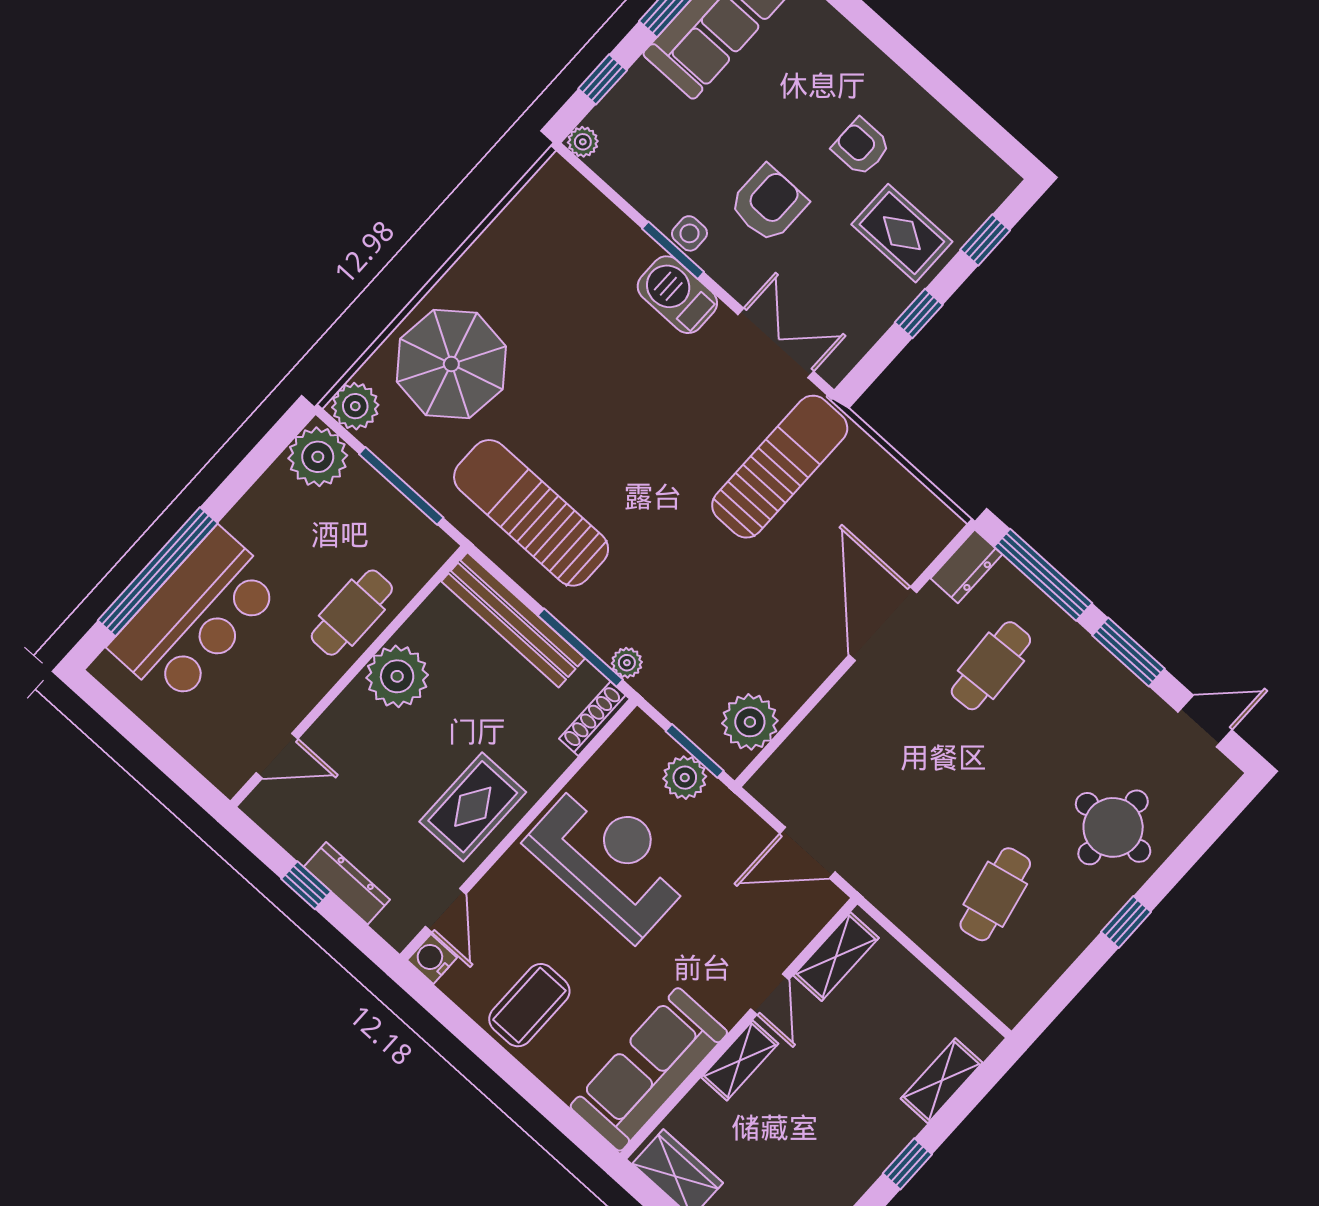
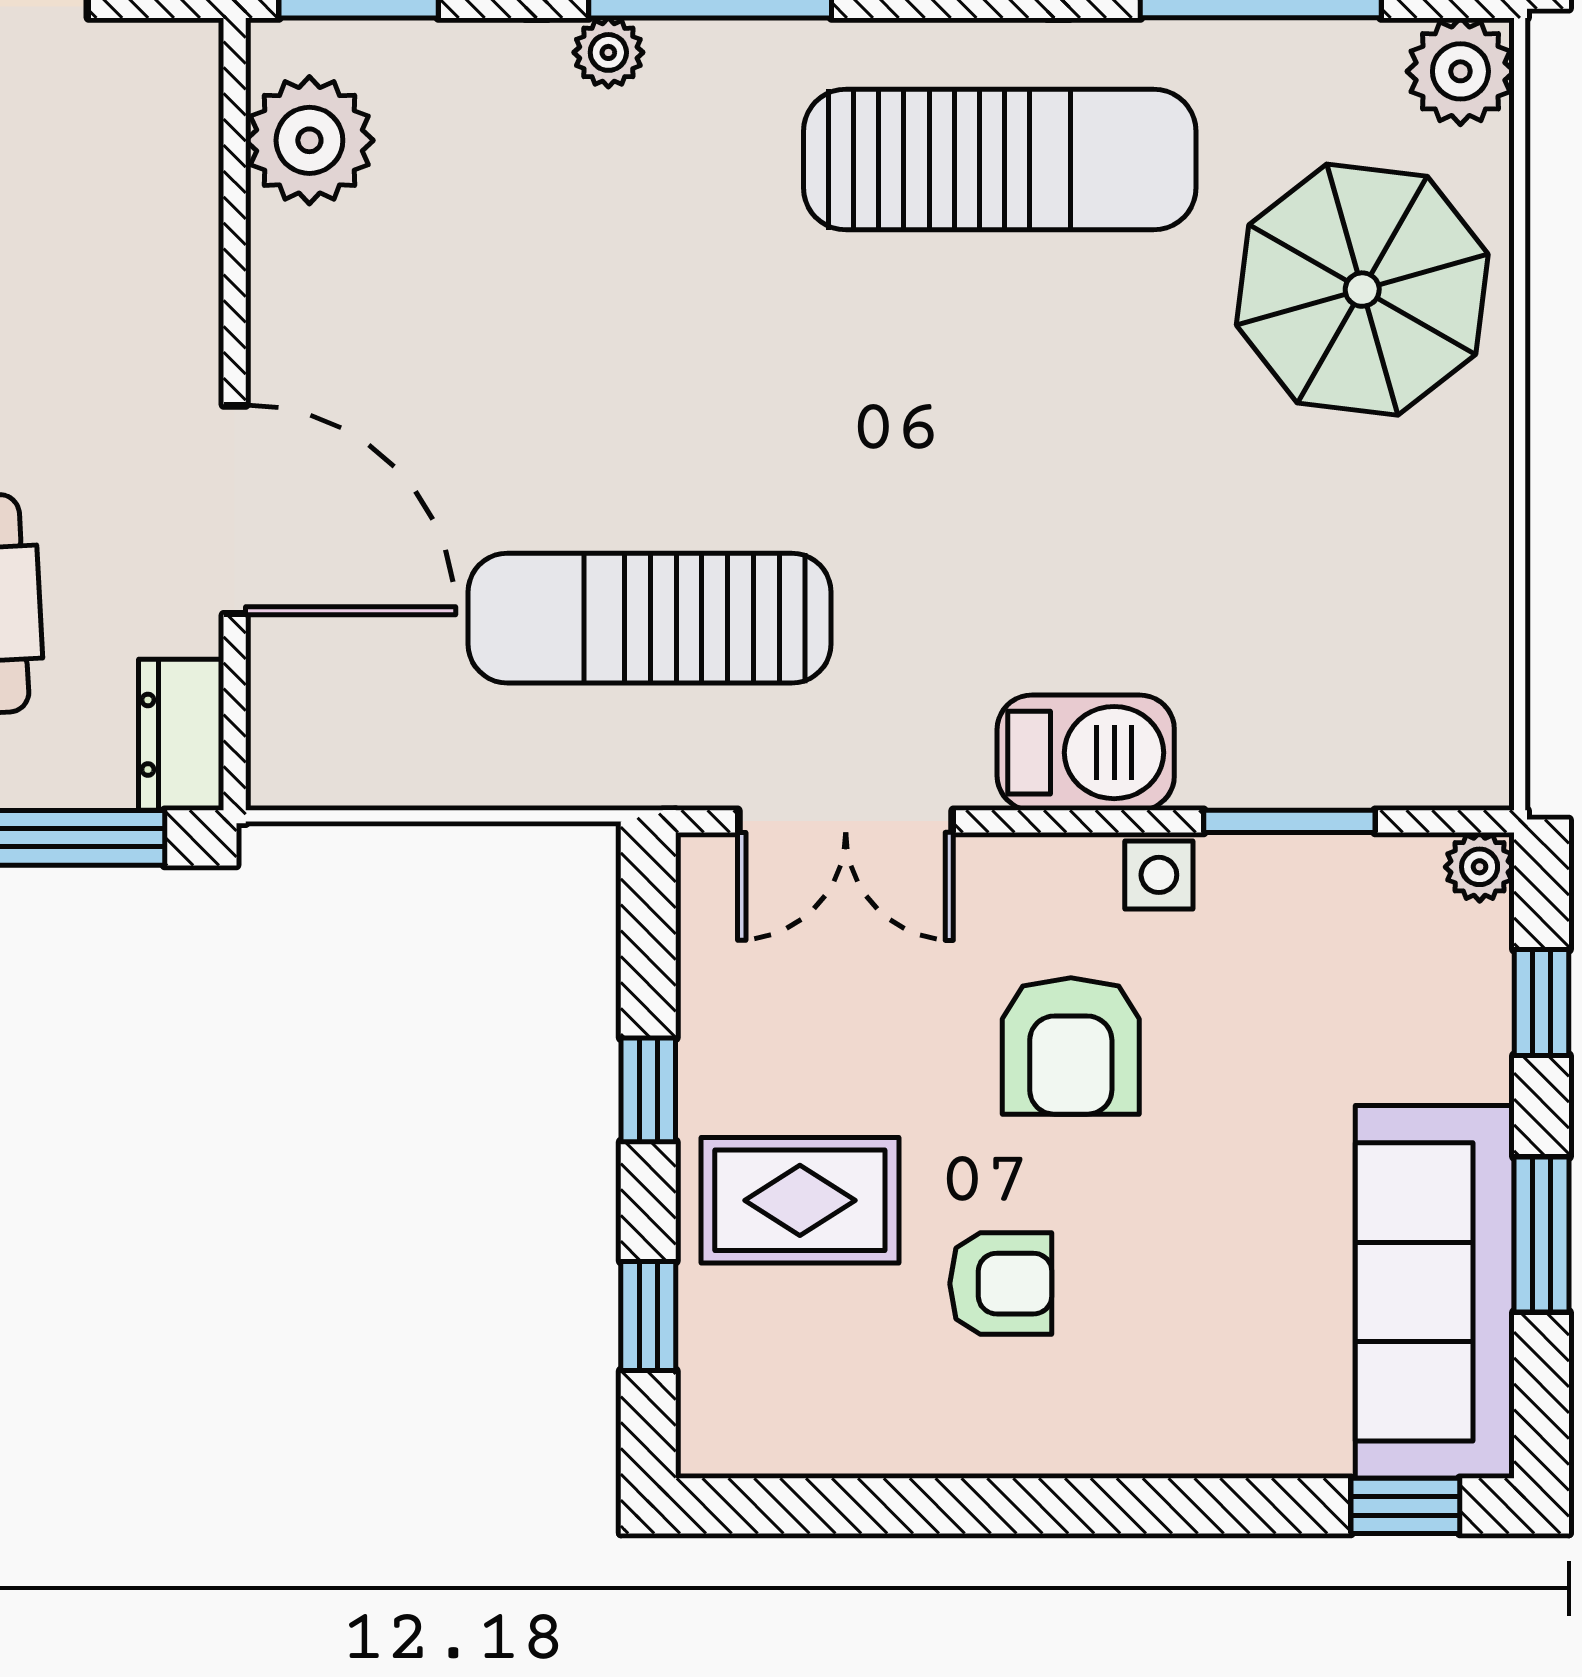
window: (673, 250) -> (1289, 821), moved
sun lounger: (780, 467) -> (649, 618), turned 90

